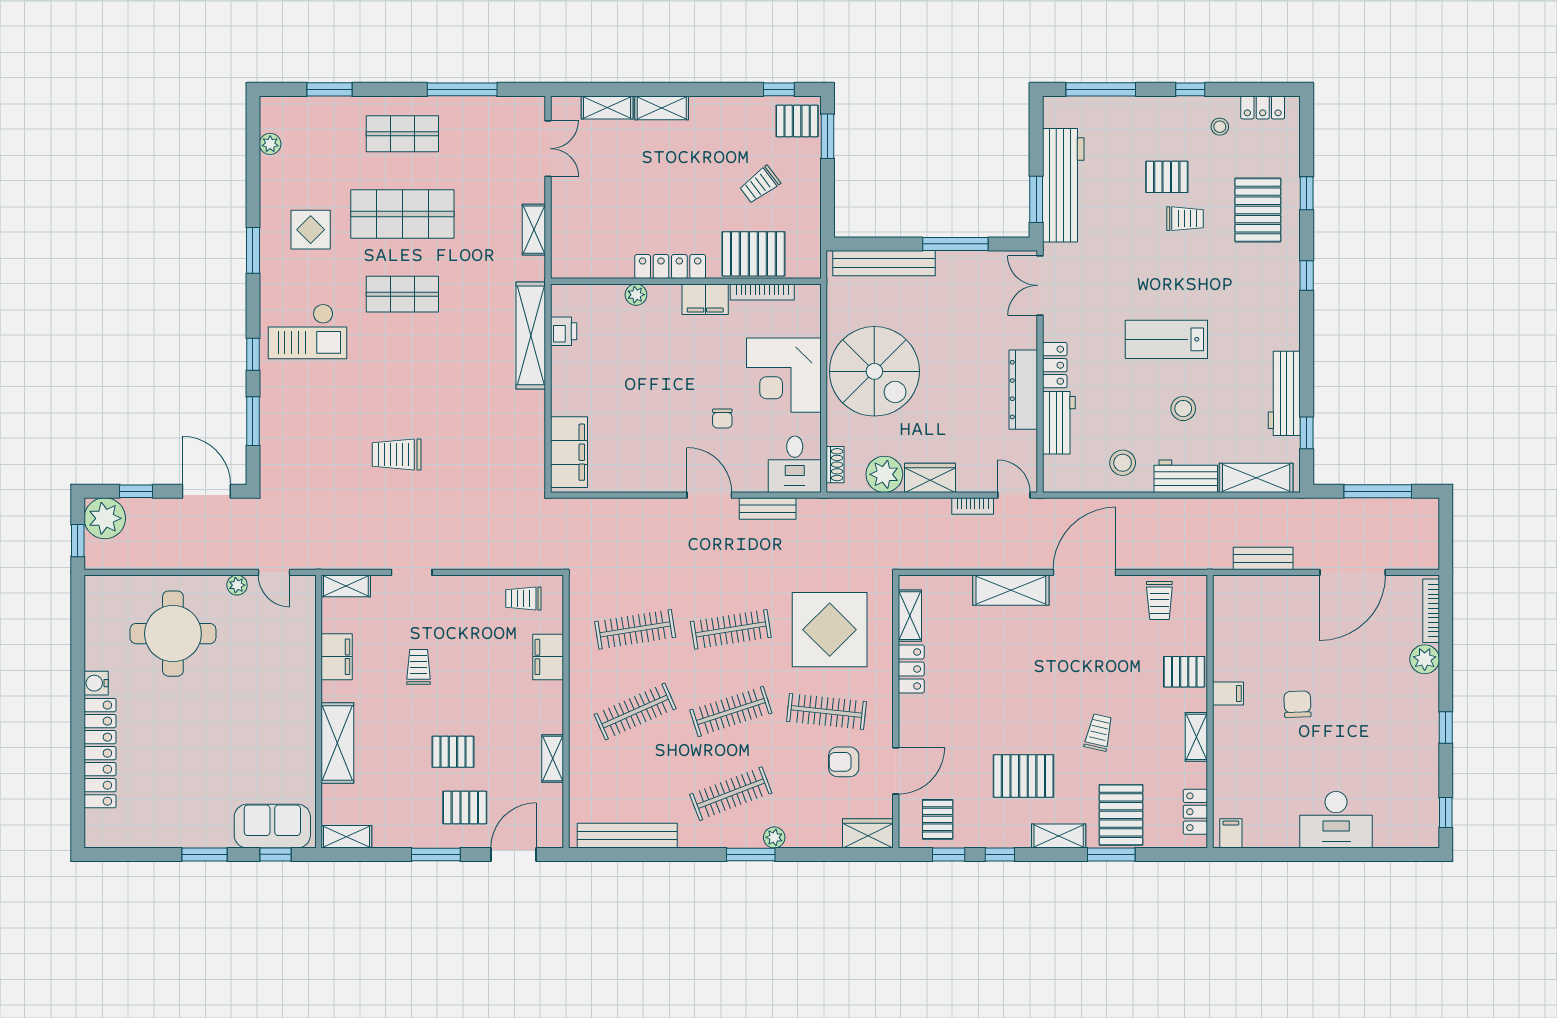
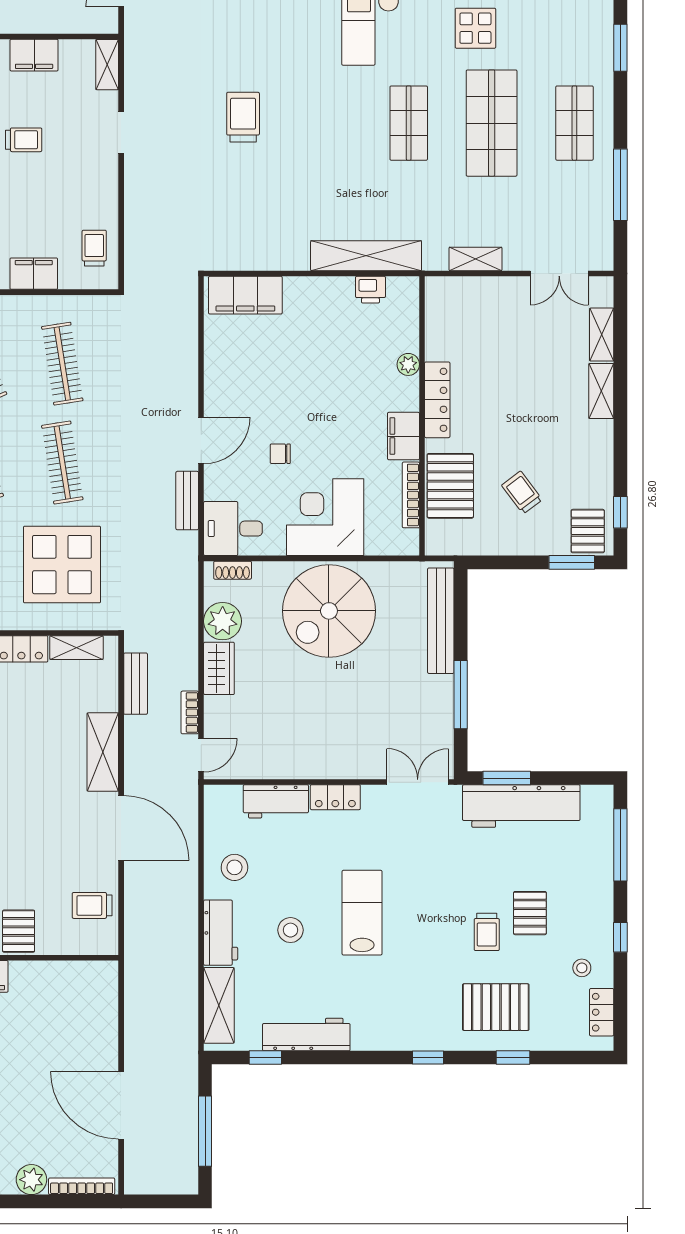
dresser: (1023, 390) -> (310, 765), removed
bench: (1263, 558) -> (136, 684), moved

